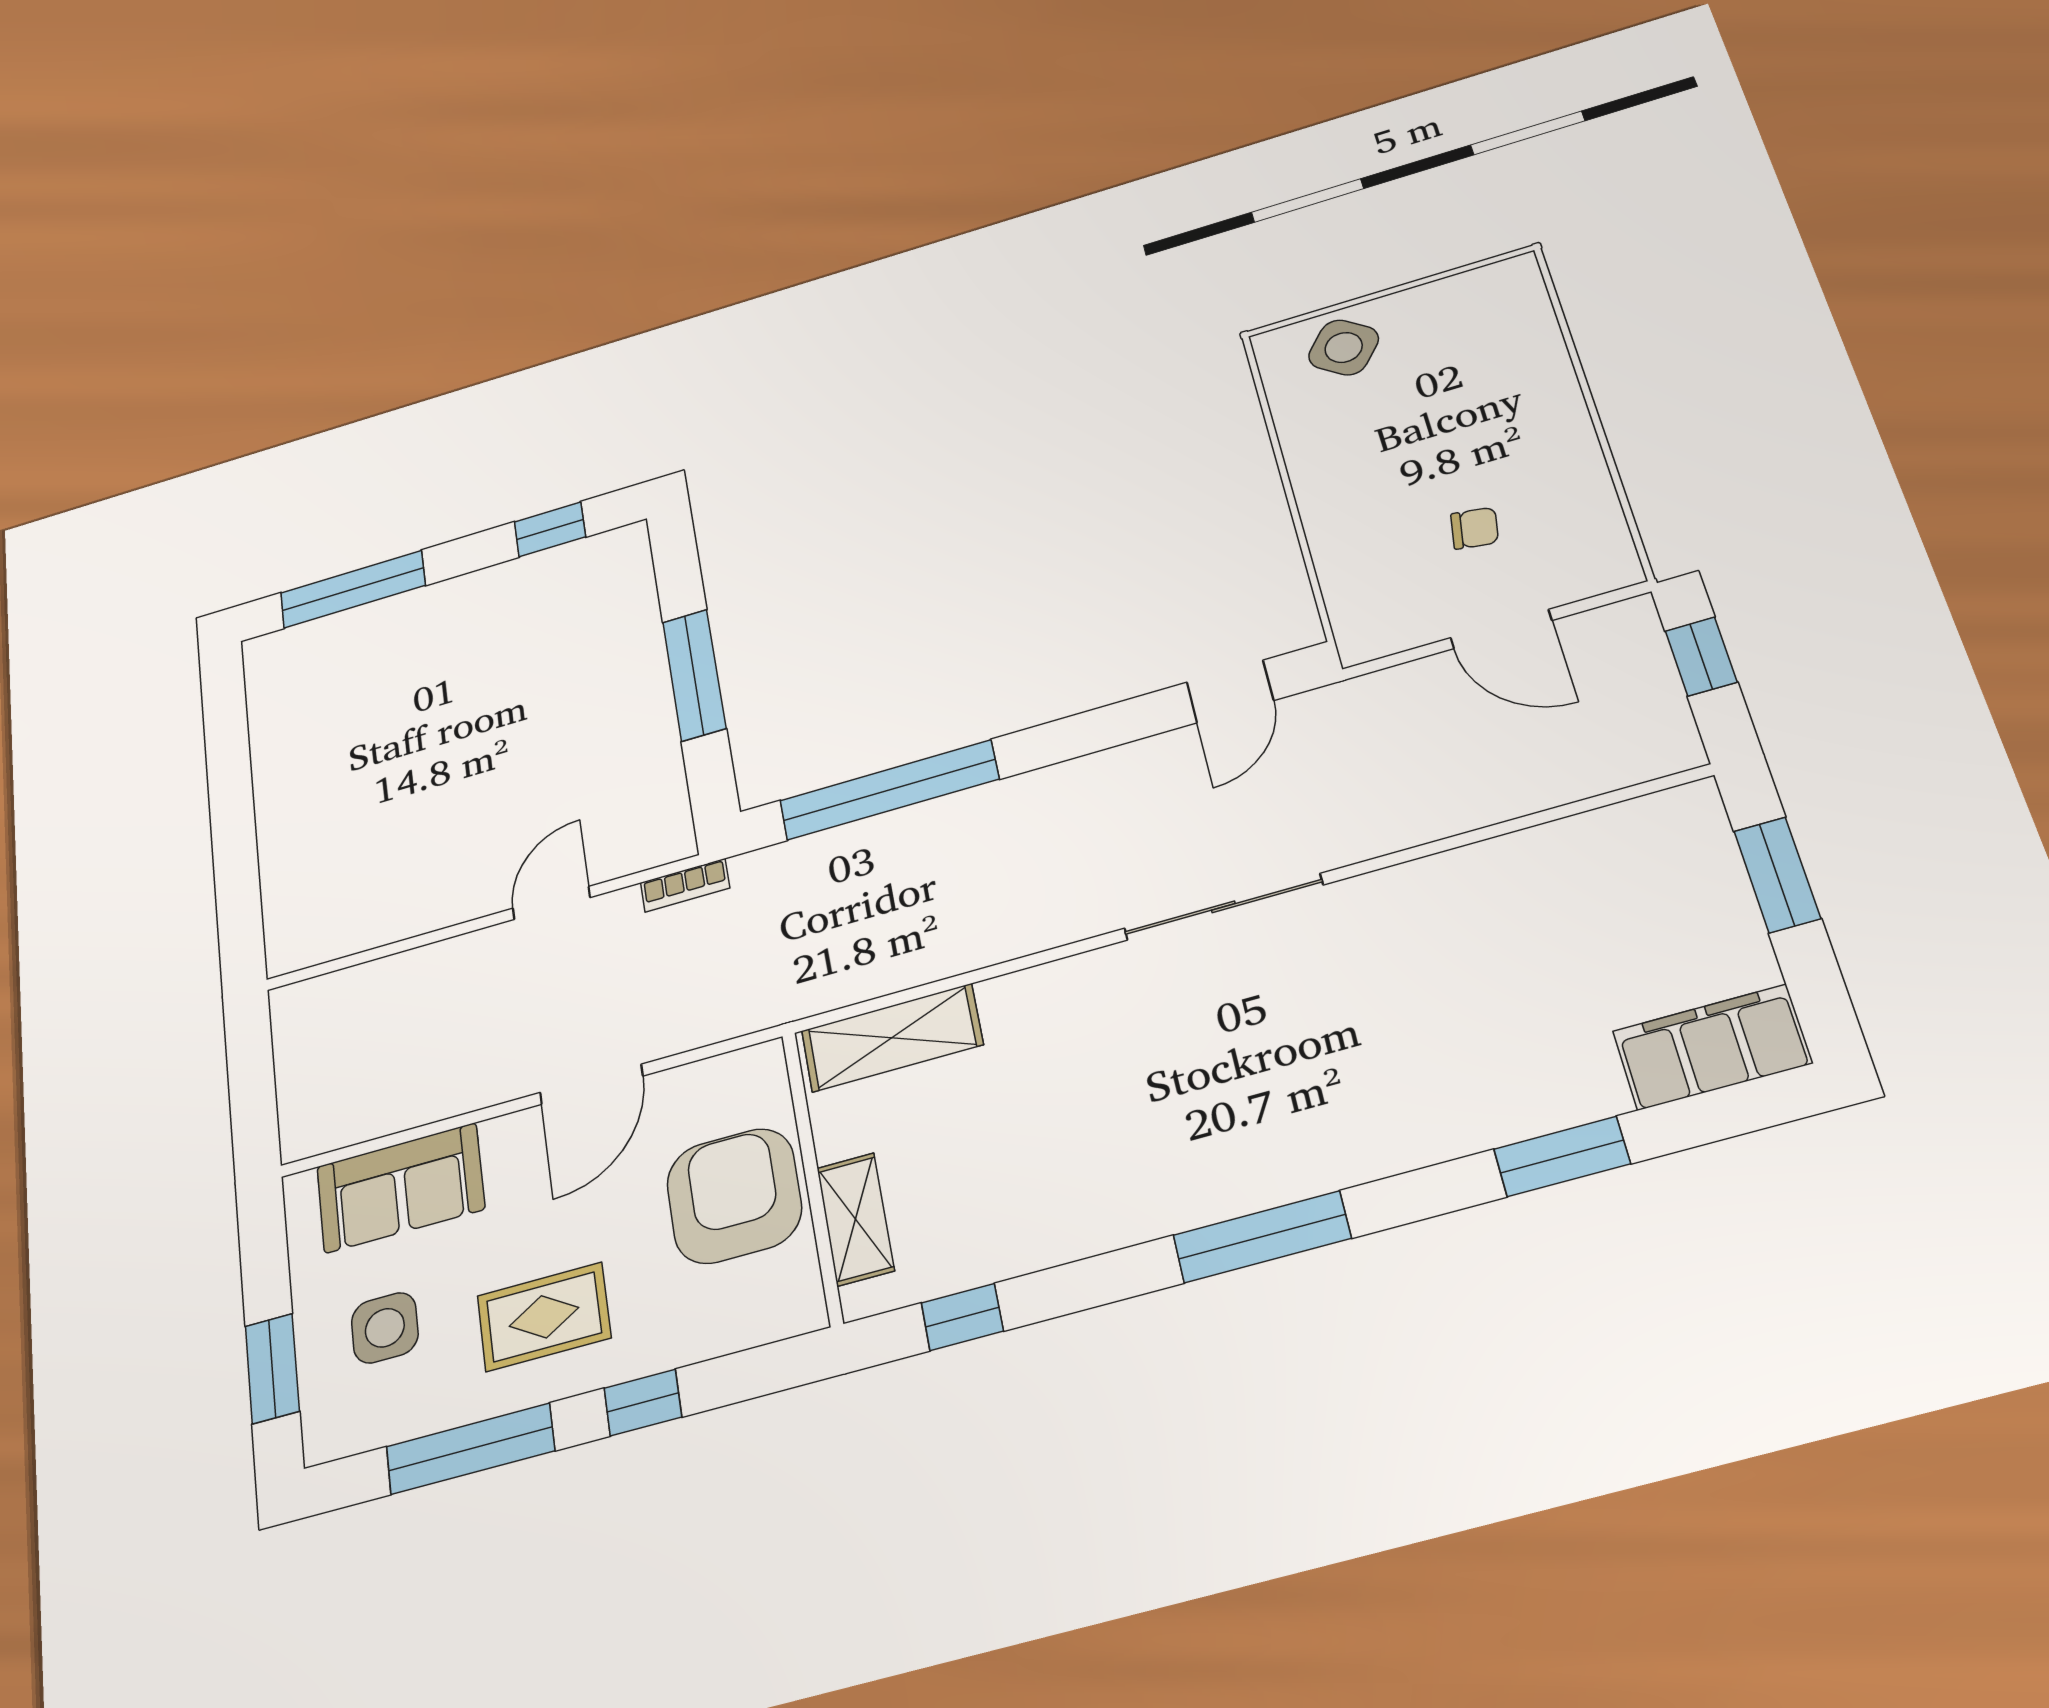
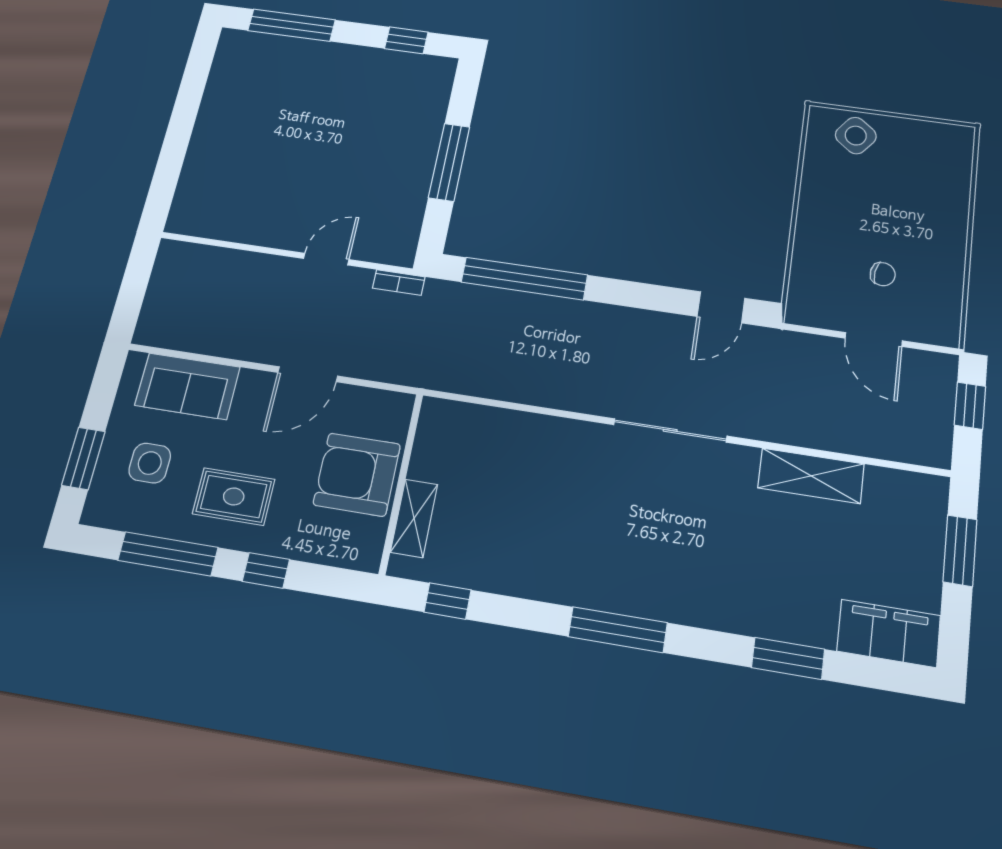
shelving: (892, 1038) -> (811, 476), moved
armchair: (734, 1196) -> (357, 474), turned -90

